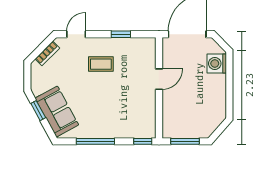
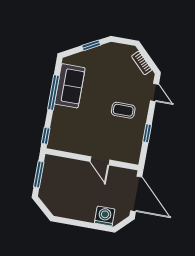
coffee table: (101, 64) -> (123, 110), turned 90
sofa: (57, 112) -> (70, 86), moved, turned -61

